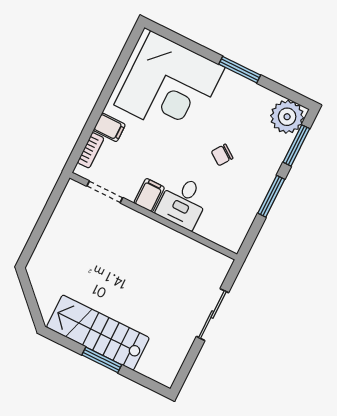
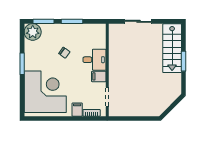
stairs: (98, 333) -> (172, 48), moved

